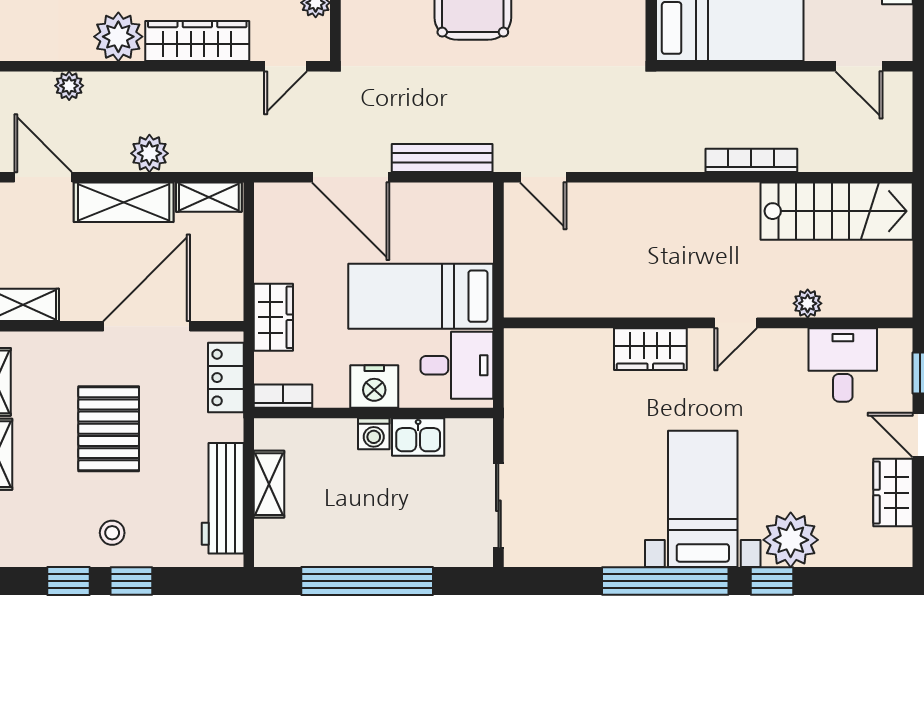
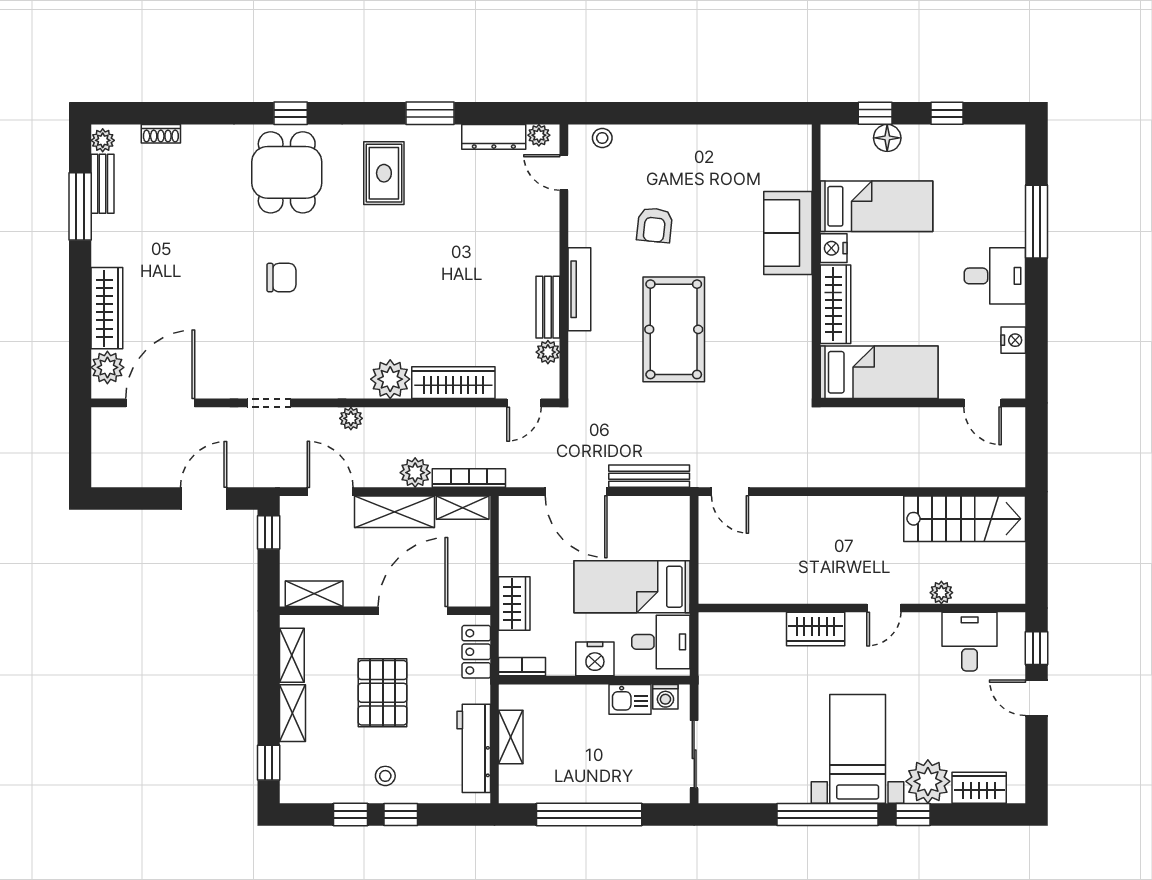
bookcase: (751, 160) -> (469, 478), moved
washing machine: (374, 434) -> (665, 697), moved
wardrobe: (893, 493) -> (979, 788), moved, turned 90

